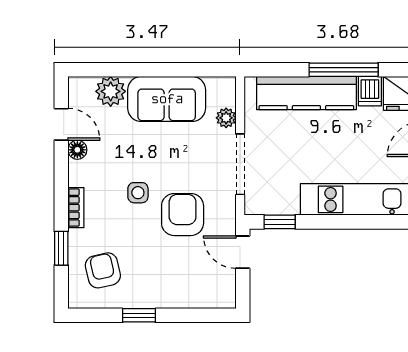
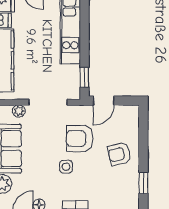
armchair: (103, 270) -> (119, 154), moved
window: (139, 315) -> (143, 183), moved

